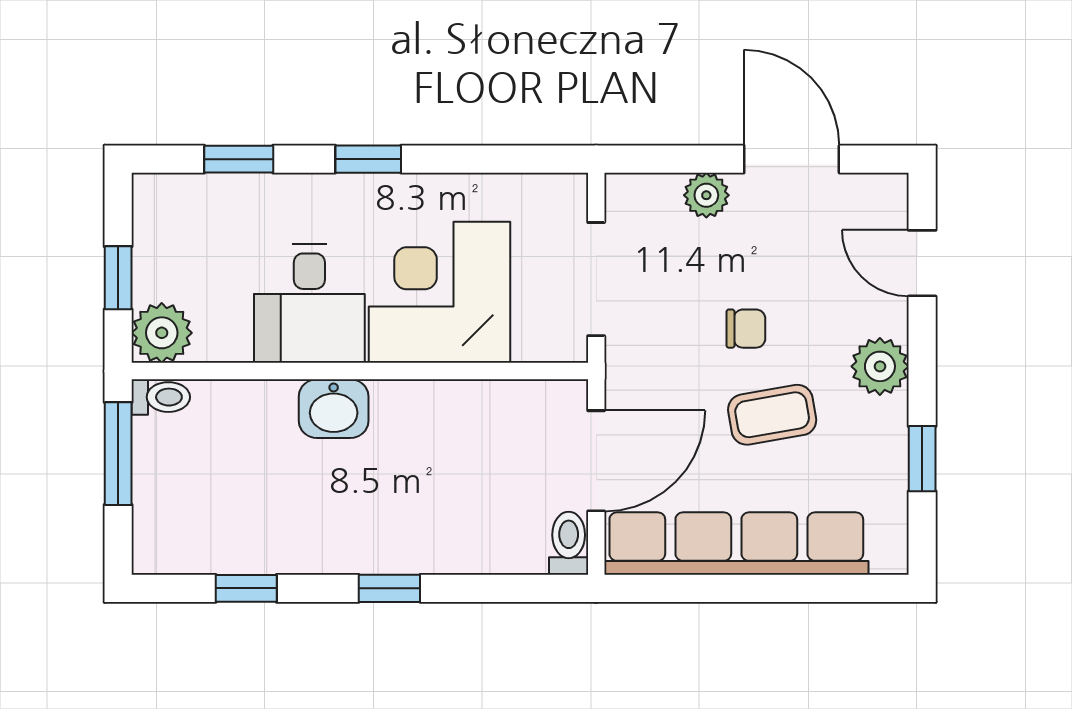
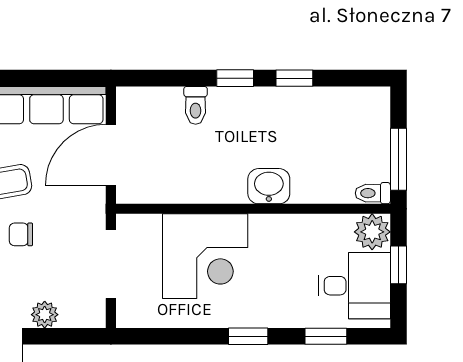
desk: (309, 303) -> (354, 286), moved, turned 90
toilet: (569, 543) -> (196, 105), moved
window: (246, 588) -> (294, 78), moved

